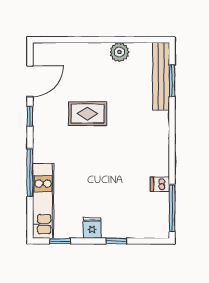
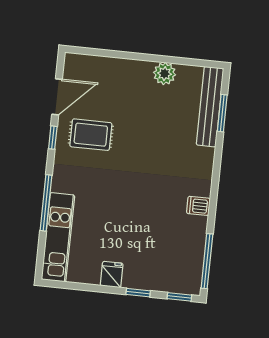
rug: (88, 114) -> (91, 135), moved
dishwasher: (160, 184) -> (198, 206), moved
window: (60, 241) -> (179, 297), moved

